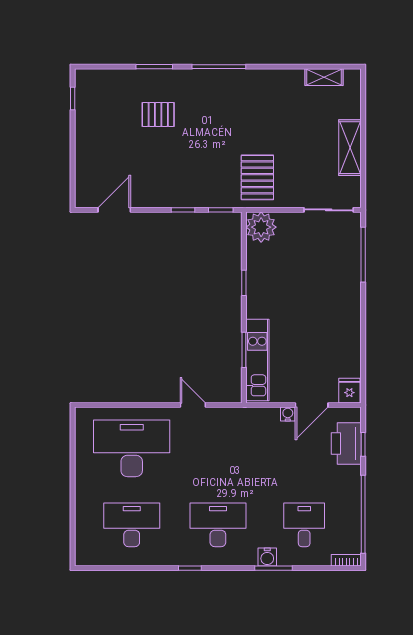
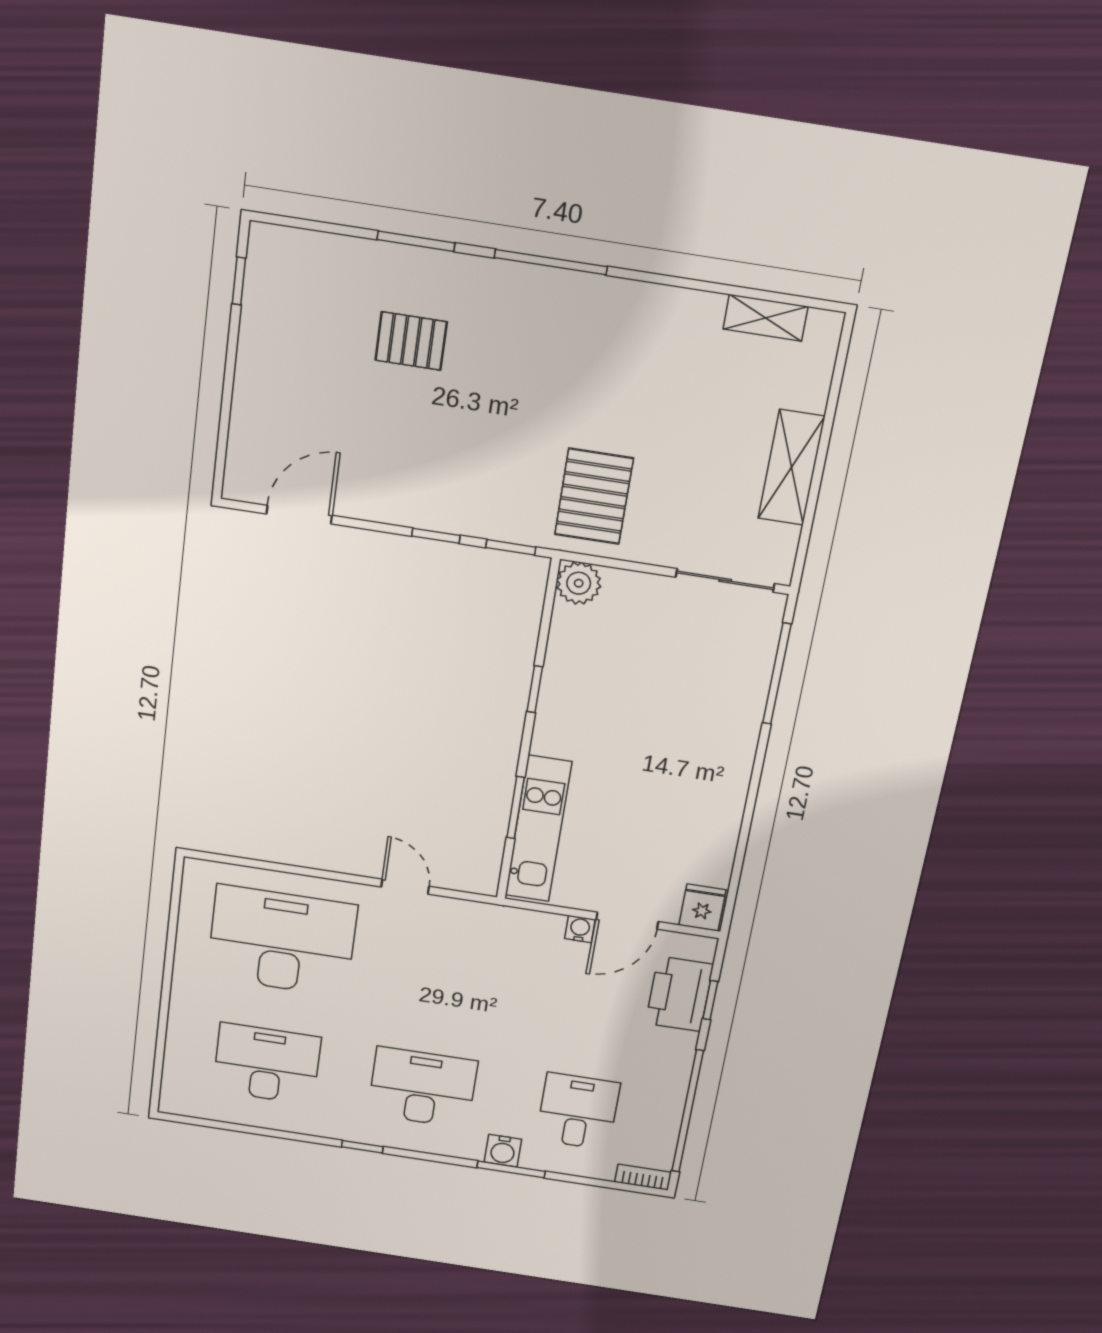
plant: (261, 227) -> (579, 583), width x0.73, depth x0.73

